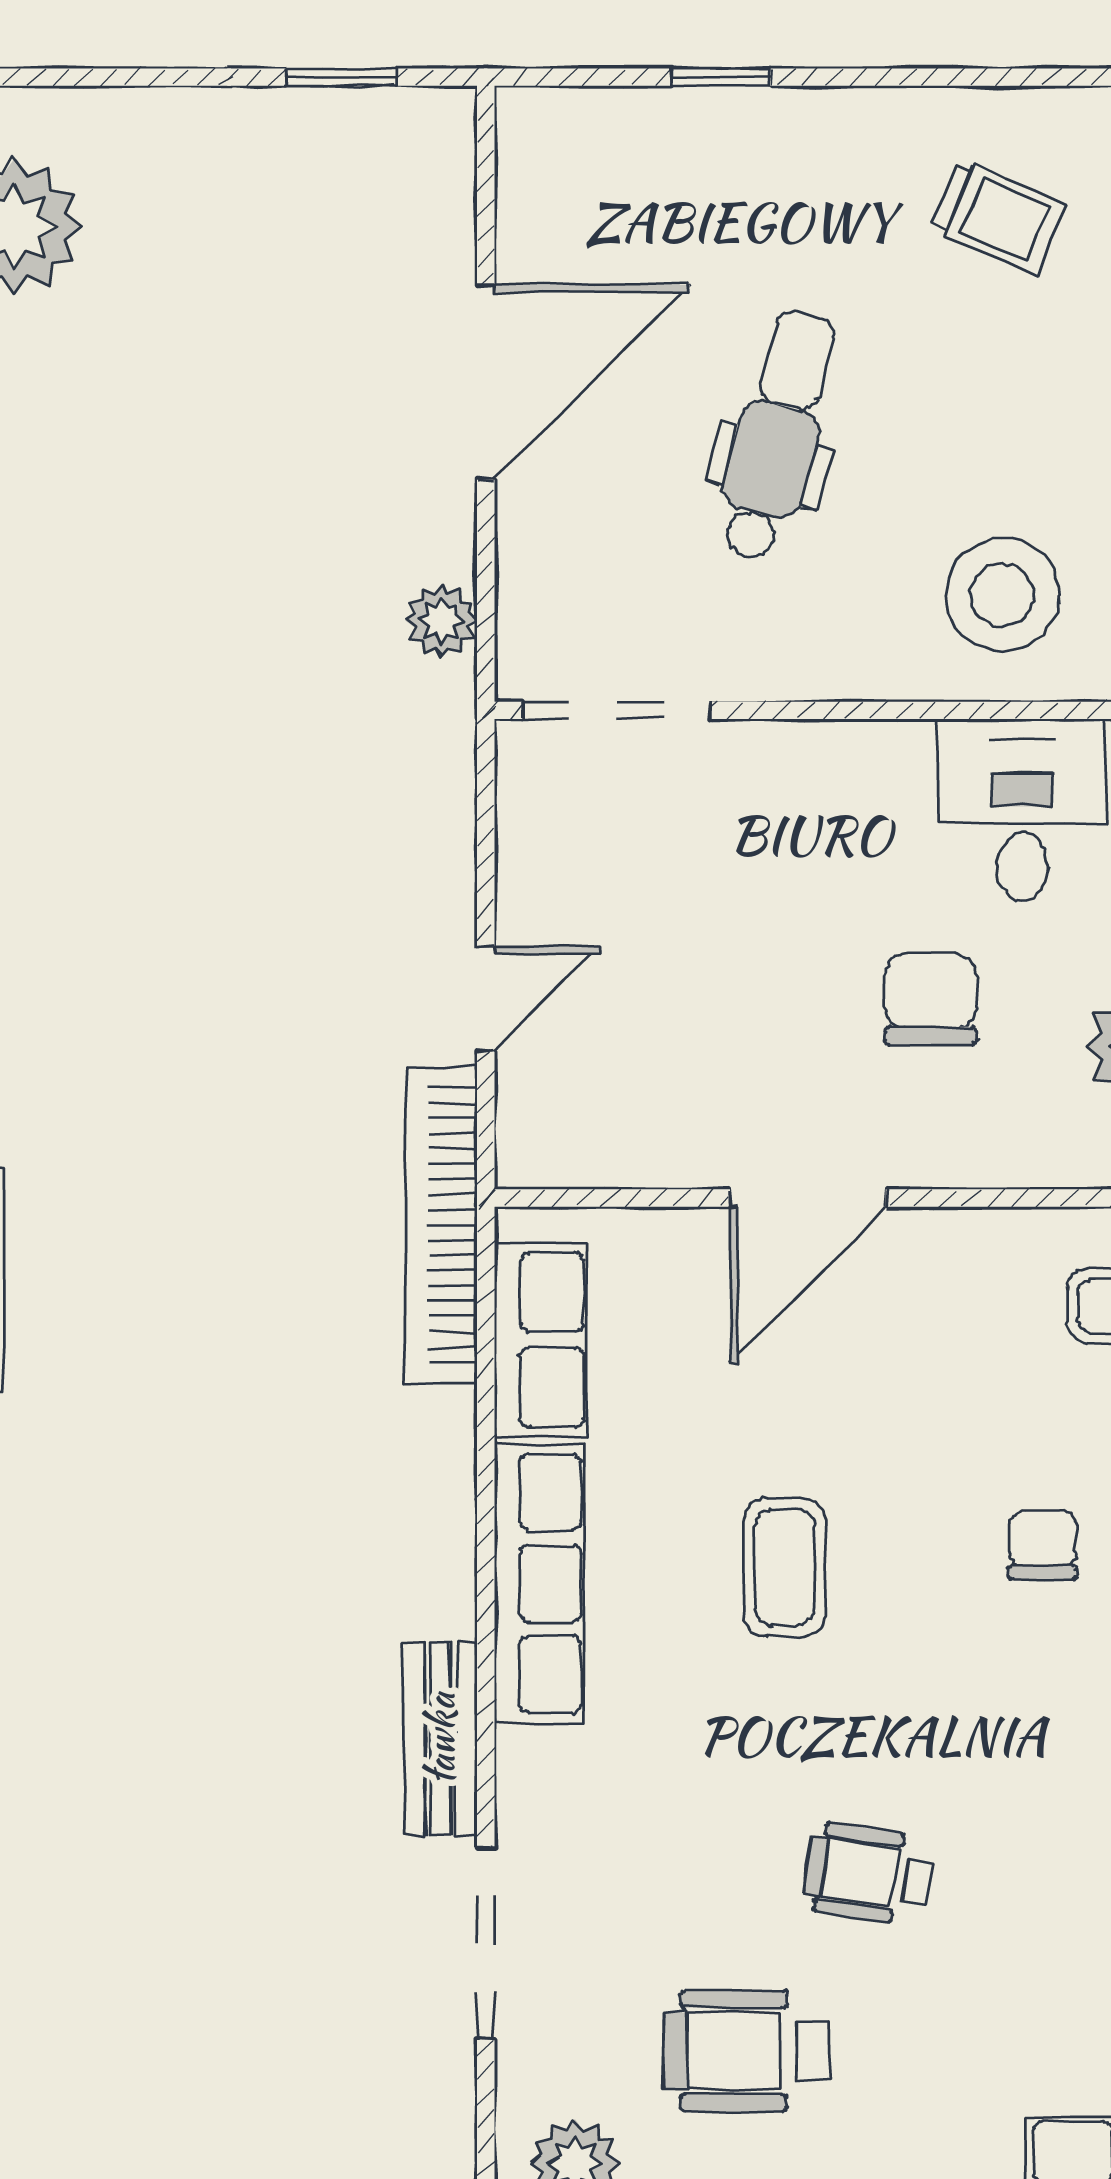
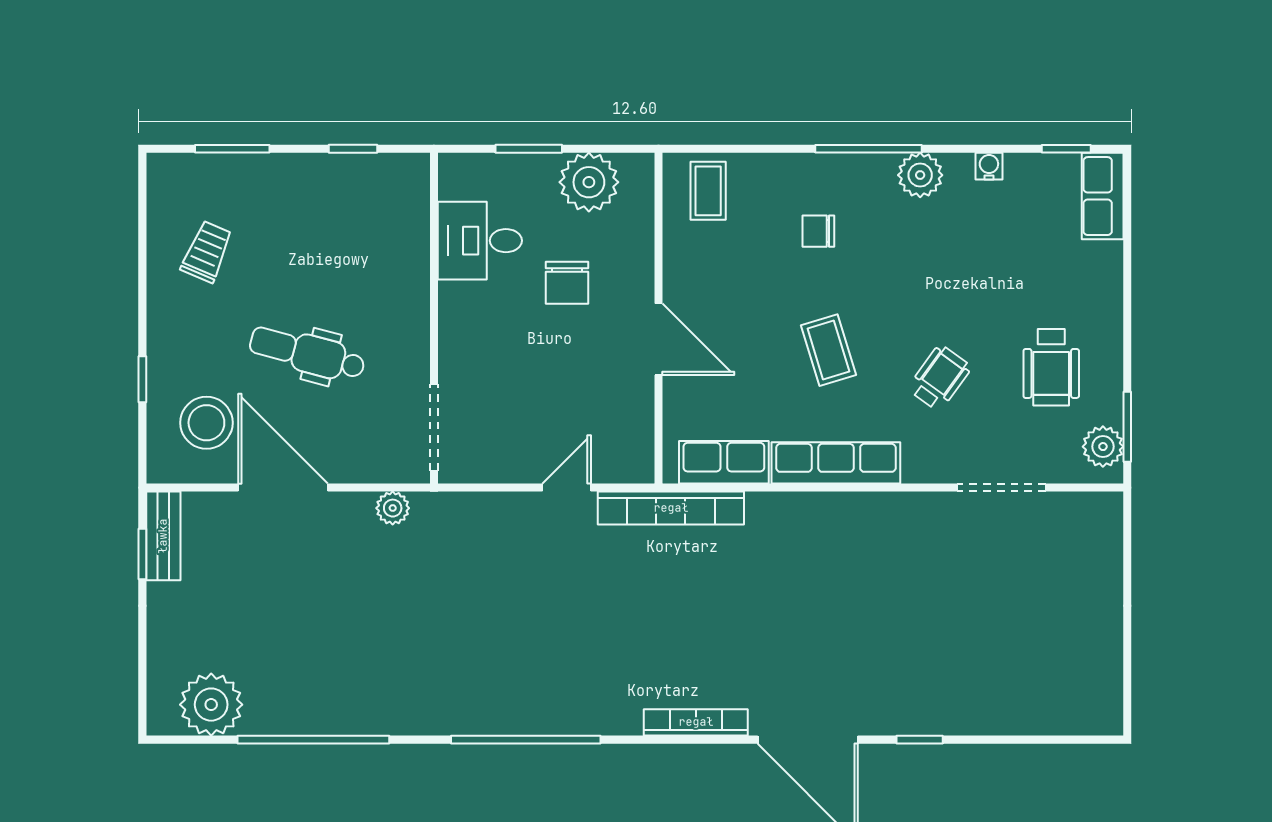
stool: (1002, 595) -> (206, 423), moved
door: (486, 999) -> (567, 488), hinge flipped
chair: (931, 999) -> (567, 283), turned -90
coffee table: (784, 1567) -> (828, 350), turned 73
bench: (440, 1739) -> (163, 536), moved, turned 90
wheelchair: (868, 1874) -> (940, 378), moved, turned -153

